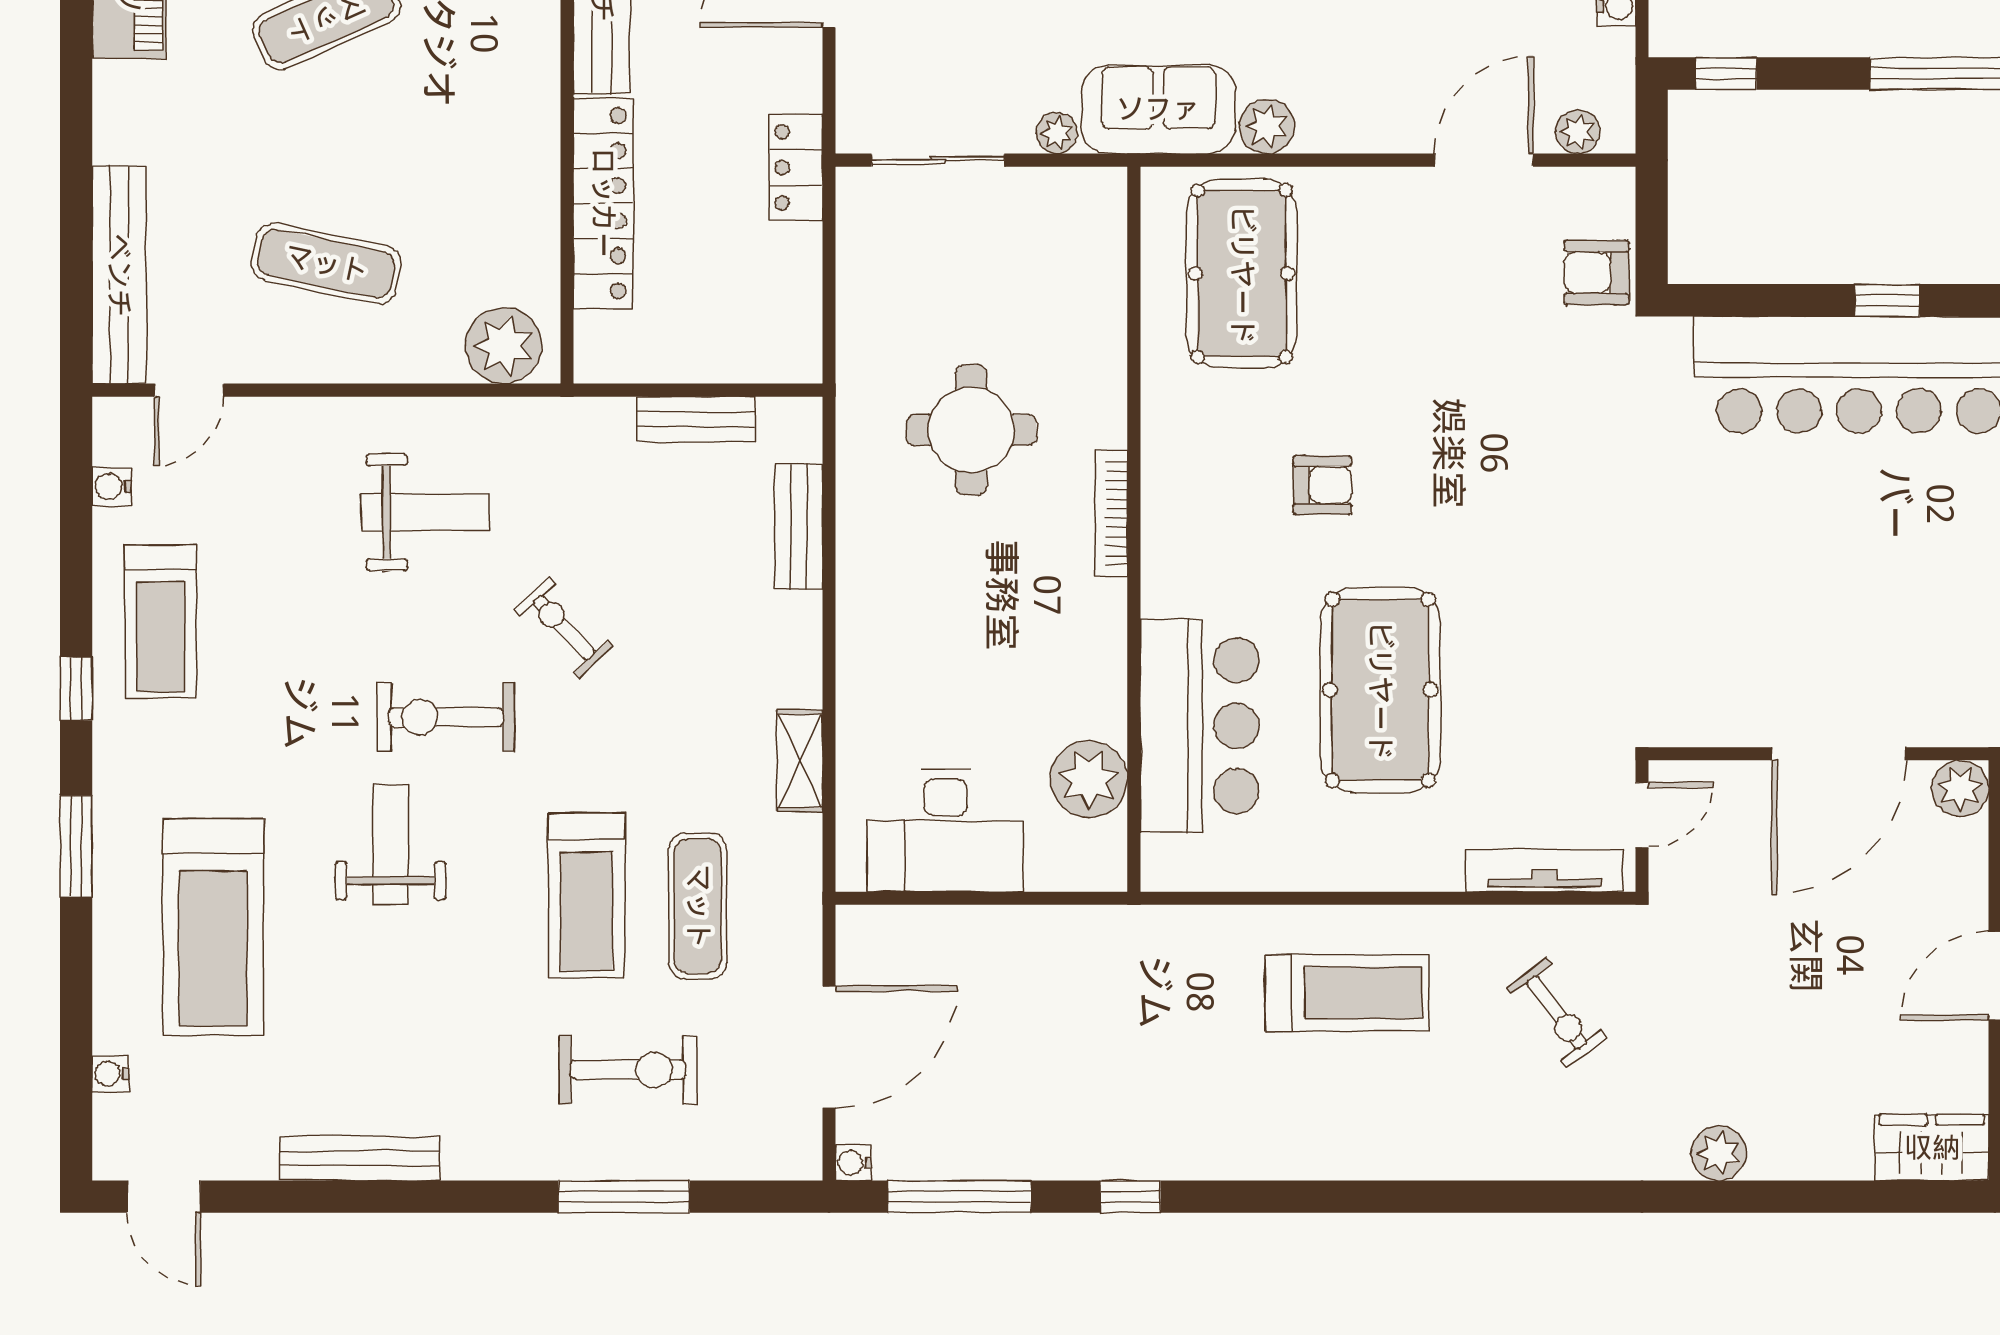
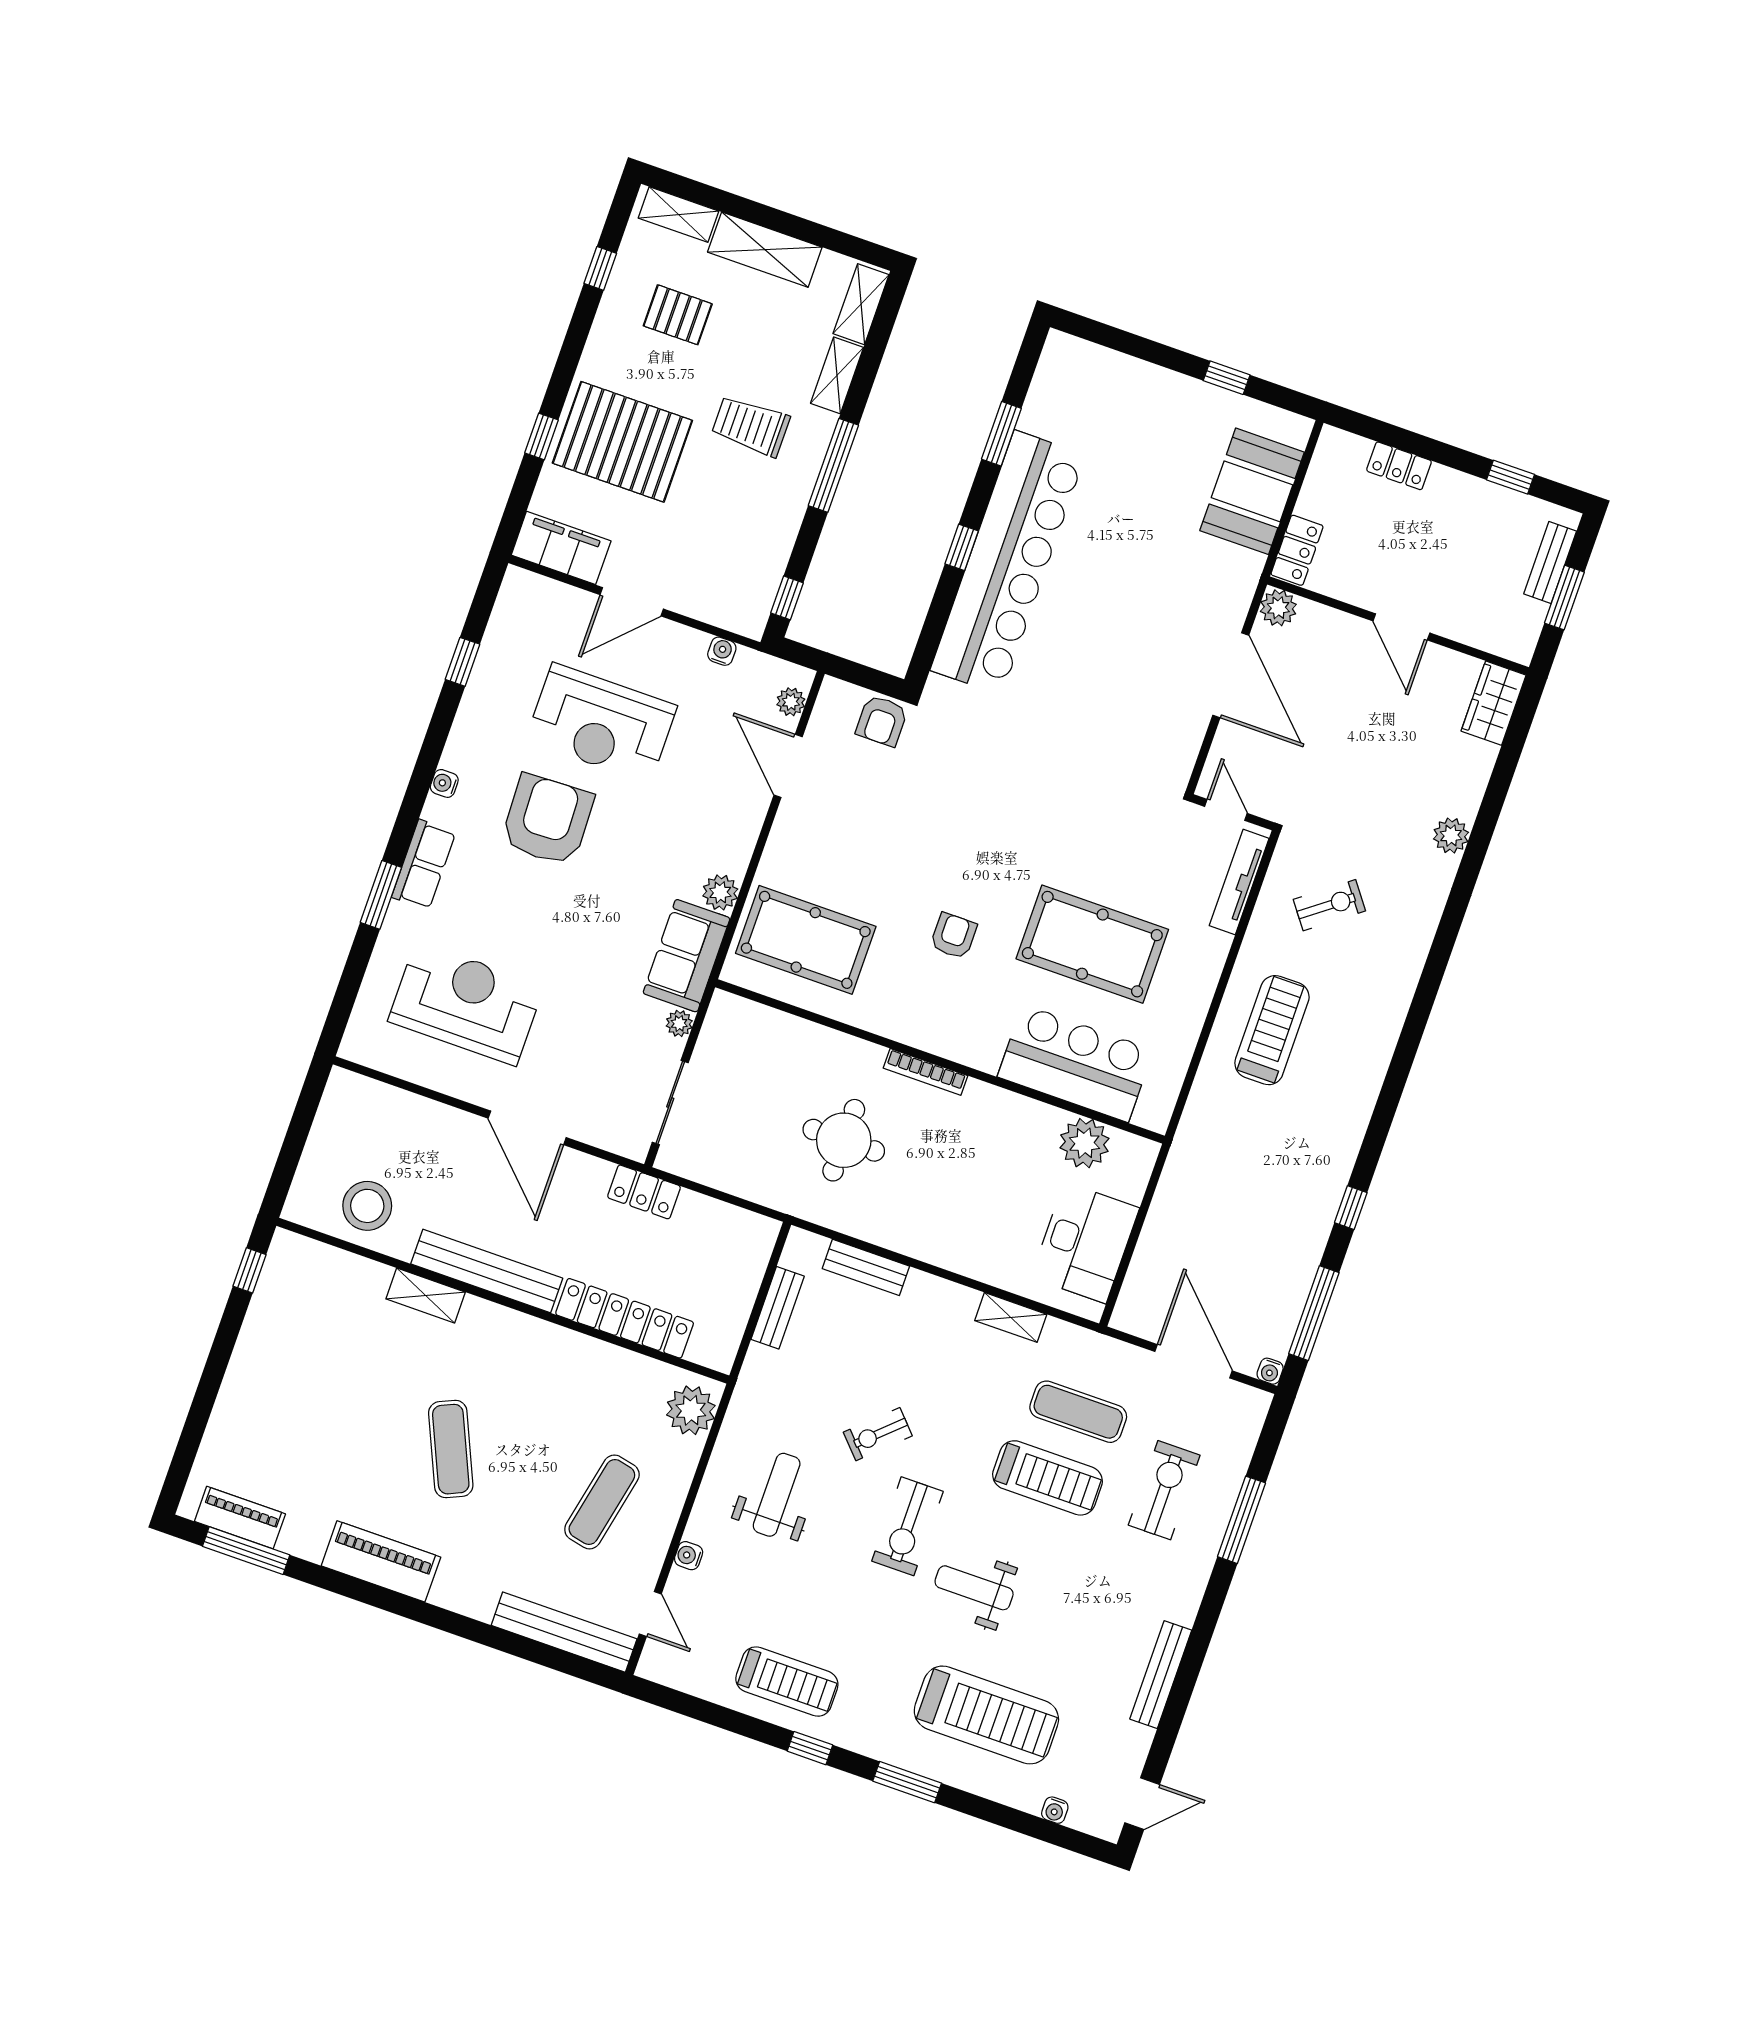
water cooler: (111, 487) -> (689, 1556), moved, turned 90

